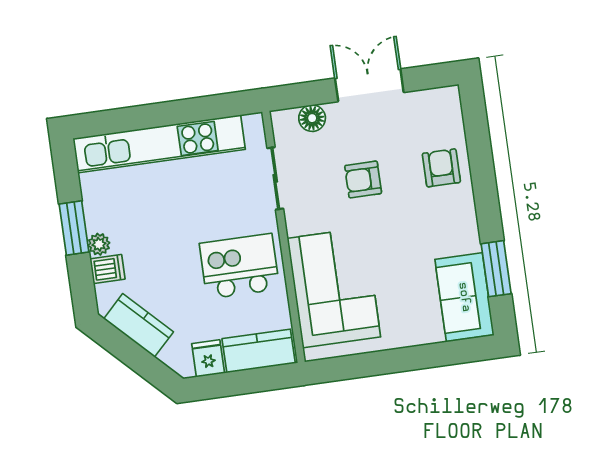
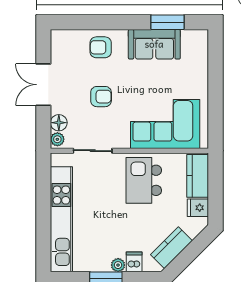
plant: (285, 120) -> (57, 139), added
armchair: (363, 179) -> (101, 97), turned -90
sofa: (464, 297) -> (154, 44), moved

